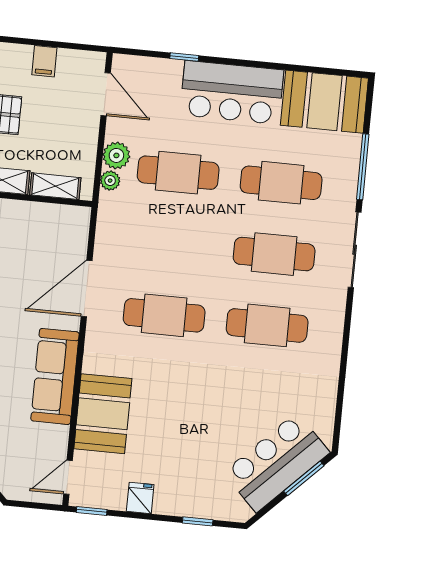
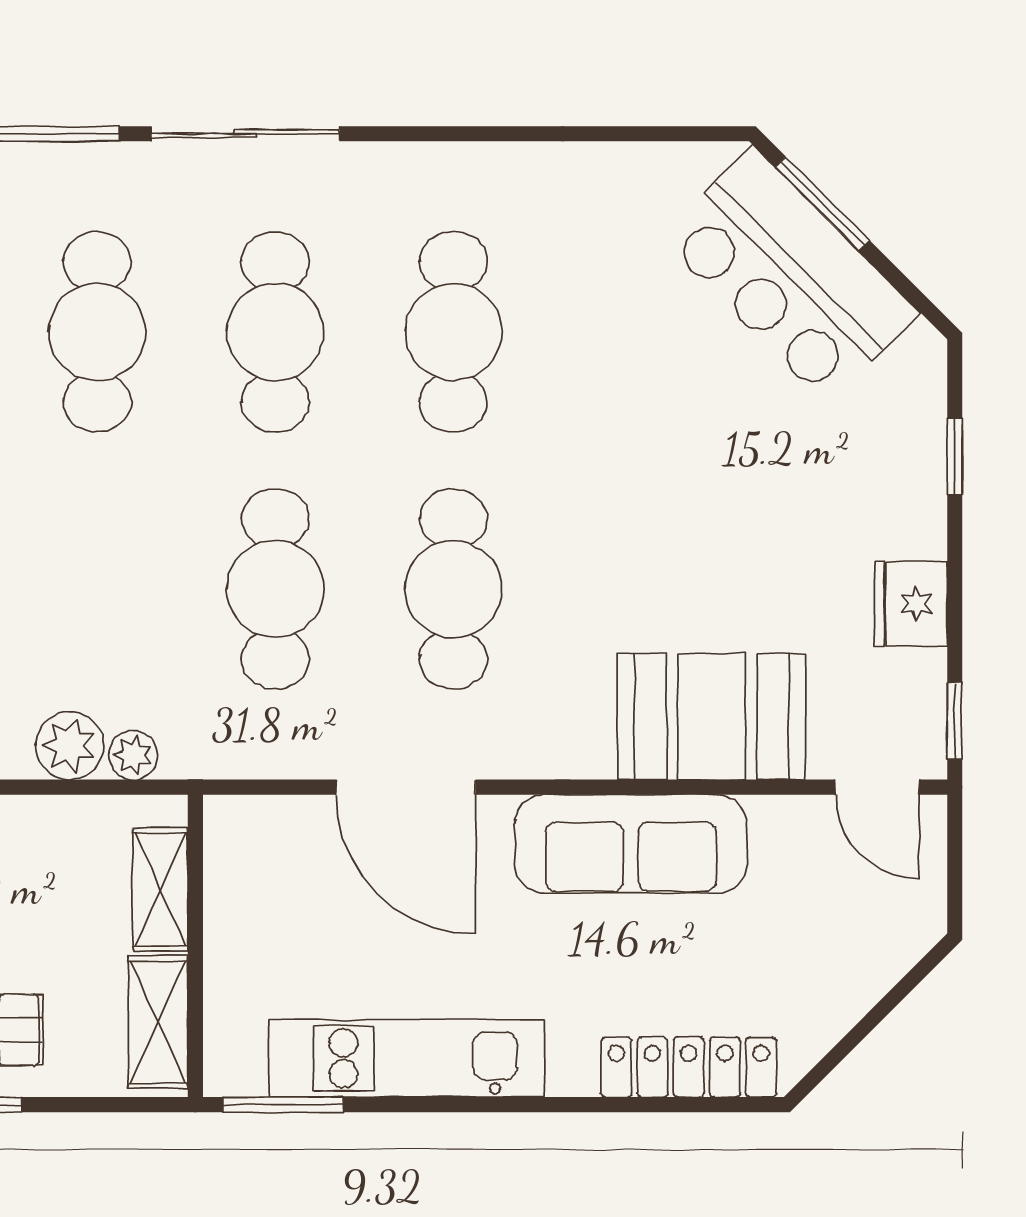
cafe table: (178, 173) -> (275, 589), moved
fridge: (140, 498) -> (911, 604), width x1.38

